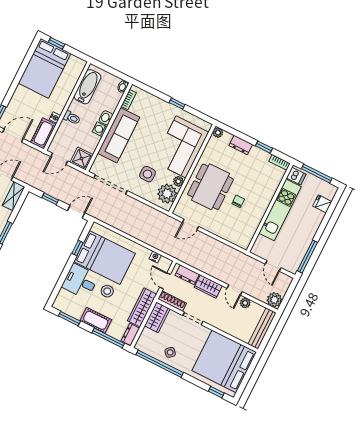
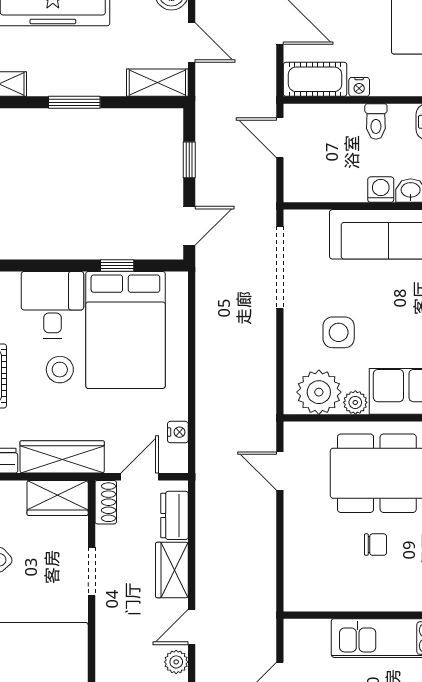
shower: (82, 159) -> (303, 183), removed
door: (76, 212) -> (189, 226), hinge flipped
shoe rack: (172, 301) -> (106, 502), width x0.70

